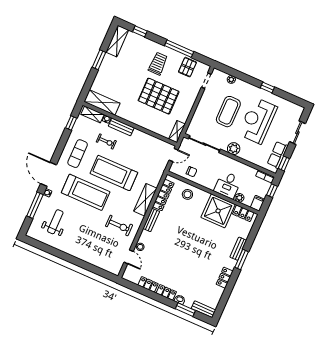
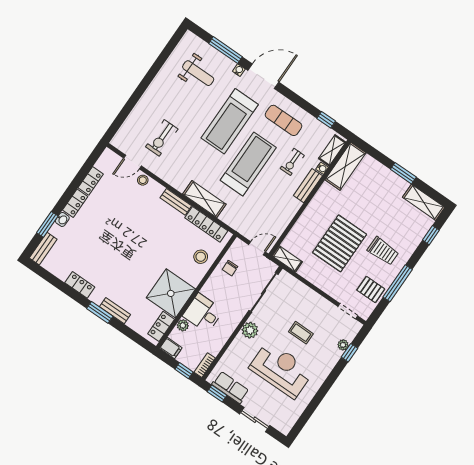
window: (267, 88) -> (349, 353), moved
coffee table: (228, 112) -> (301, 333), width x0.54, depth x0.58
door: (173, 155) -> (257, 248), swing flipped
exercise bike: (119, 226) -> (162, 138), moved

